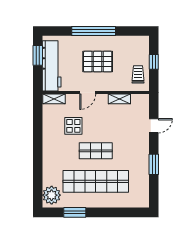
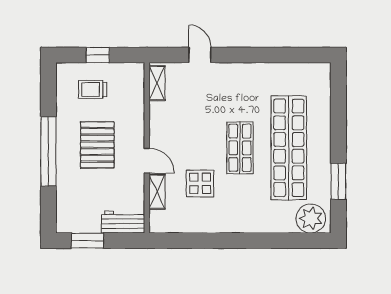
workbench: (52, 66) -> (123, 222), width x0.53, depth x0.76
trolley: (138, 74) -> (93, 89), moved
shelving: (54, 99) -> (157, 192), moved
shelving: (119, 99) -> (157, 83), moved
window: (154, 164) -> (262, 55), removed

